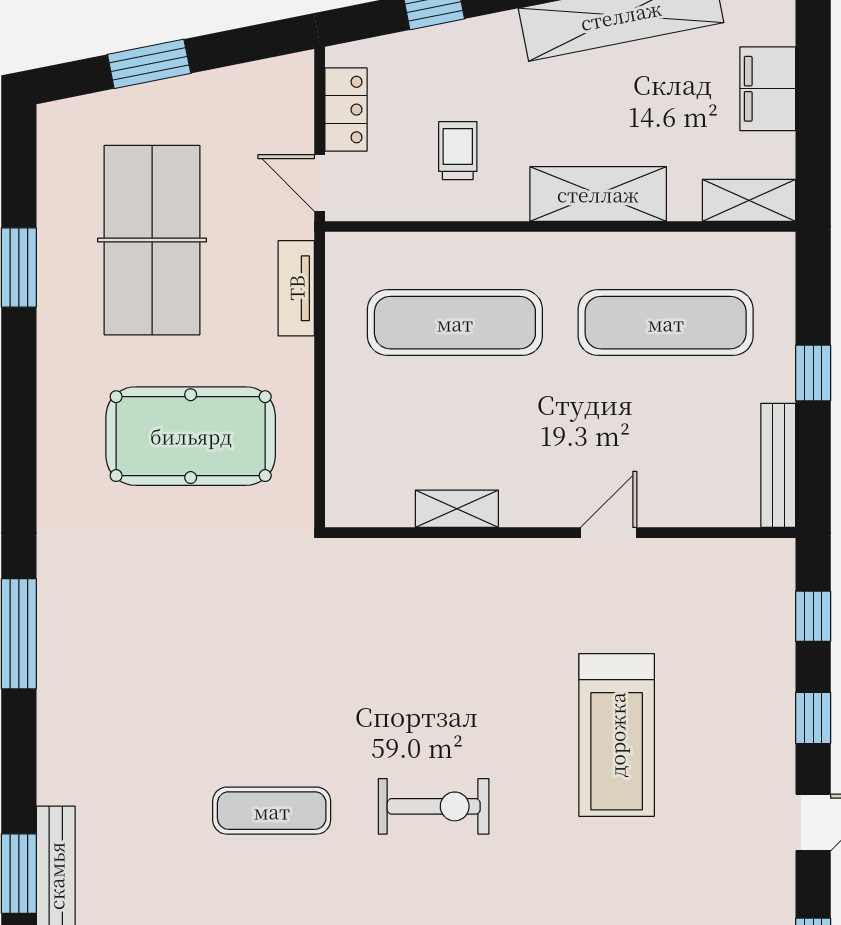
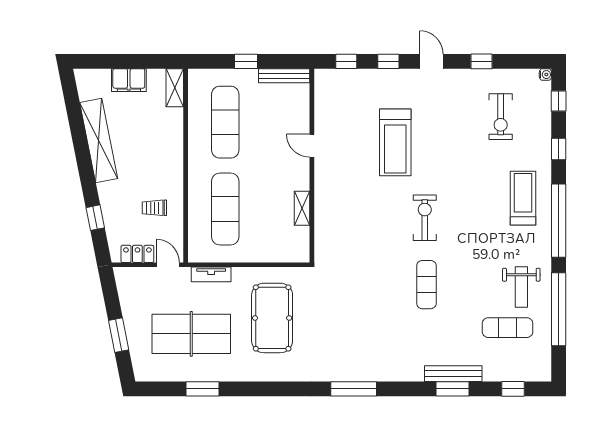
door: (320, 183) -> (168, 265), swing flipped
shelving: (598, 194) -> (172, 150), removed
treadmill: (617, 735) -> (395, 142), turned 90

